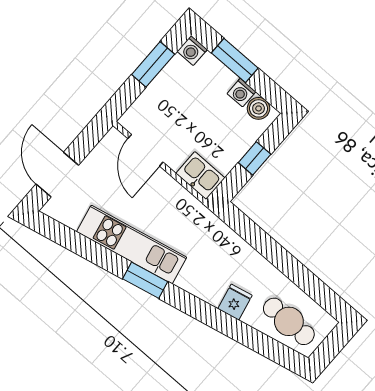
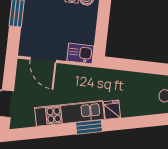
window: (255, 158) -> (102, 25), removed
fridge: (235, 302) -> (112, 110), moved

